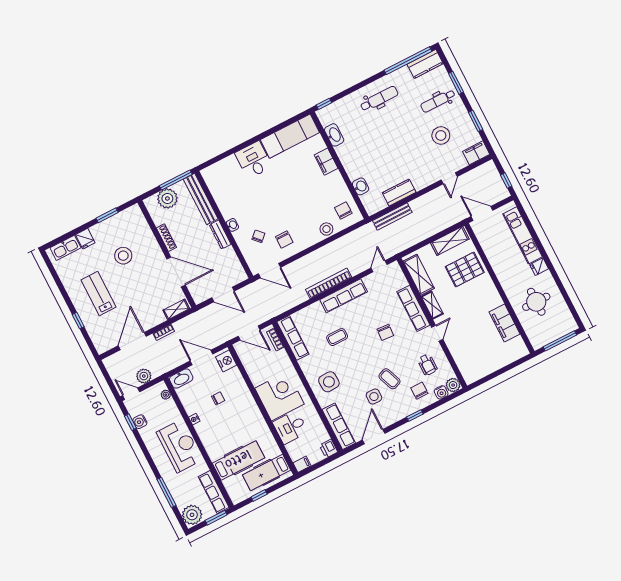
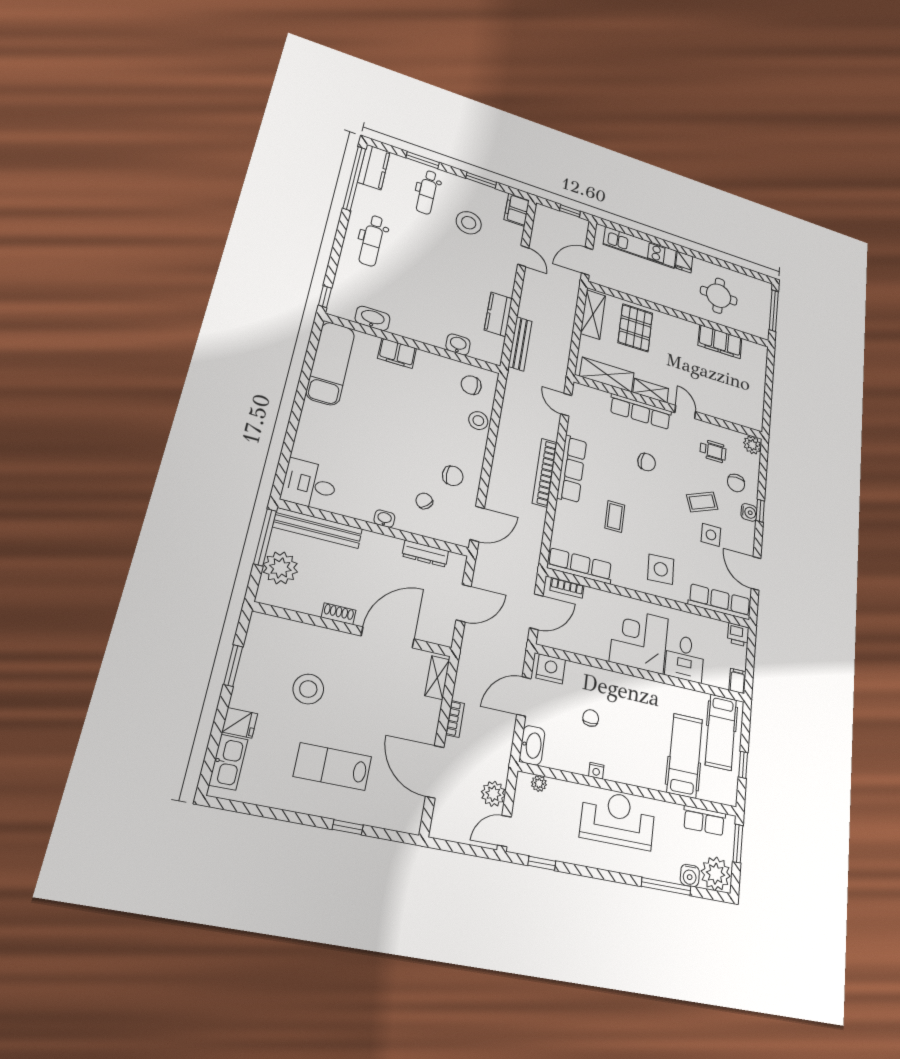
dental chair: (379, 99) -> (372, 241), turned 180
desk: (254, 160) -> (309, 484), moved
dresser: (220, 235) -> (425, 554), moved
shoe rack: (166, 238) -> (339, 614), width x0.70
chair: (419, 391) -> (736, 483), turned -90
water cooler: (441, 392) -> (749, 512), moved
water cooler: (140, 422) -> (690, 875), moved
row of seats: (214, 492) -> (704, 820), width x0.68

